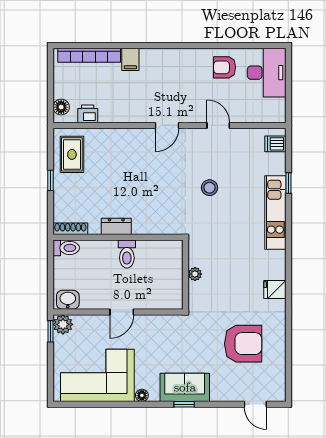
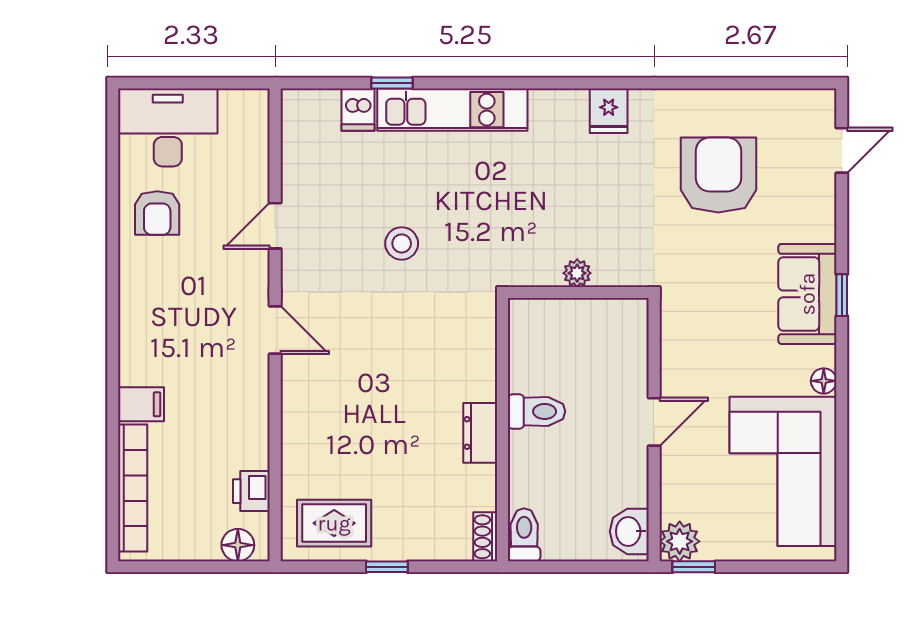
dishwasher: (275, 144) -> (358, 110), moved
shoe rack: (70, 229) -> (485, 537), width x0.70
door: (122, 312) -> (654, 422), hinge flipped

